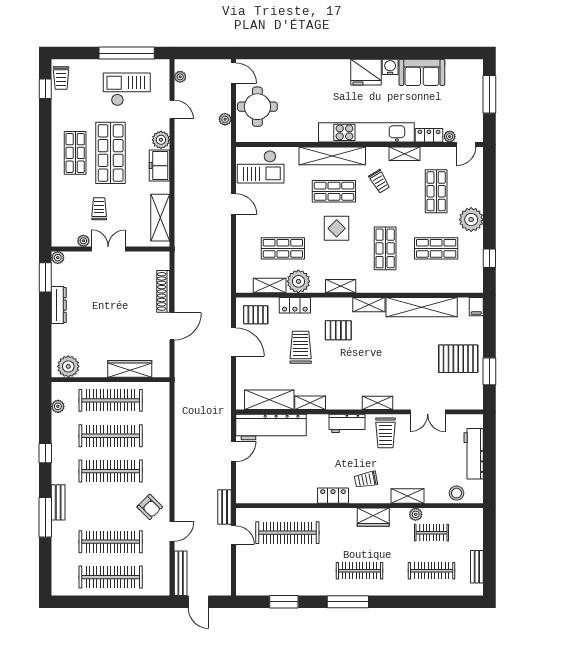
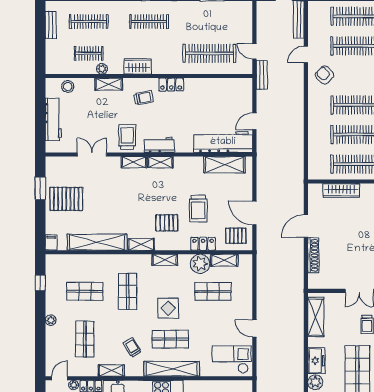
plant: (471, 220) -> (51, 320), width x0.53, depth x0.53
shelving: (310, 403) -> (160, 162), moved

